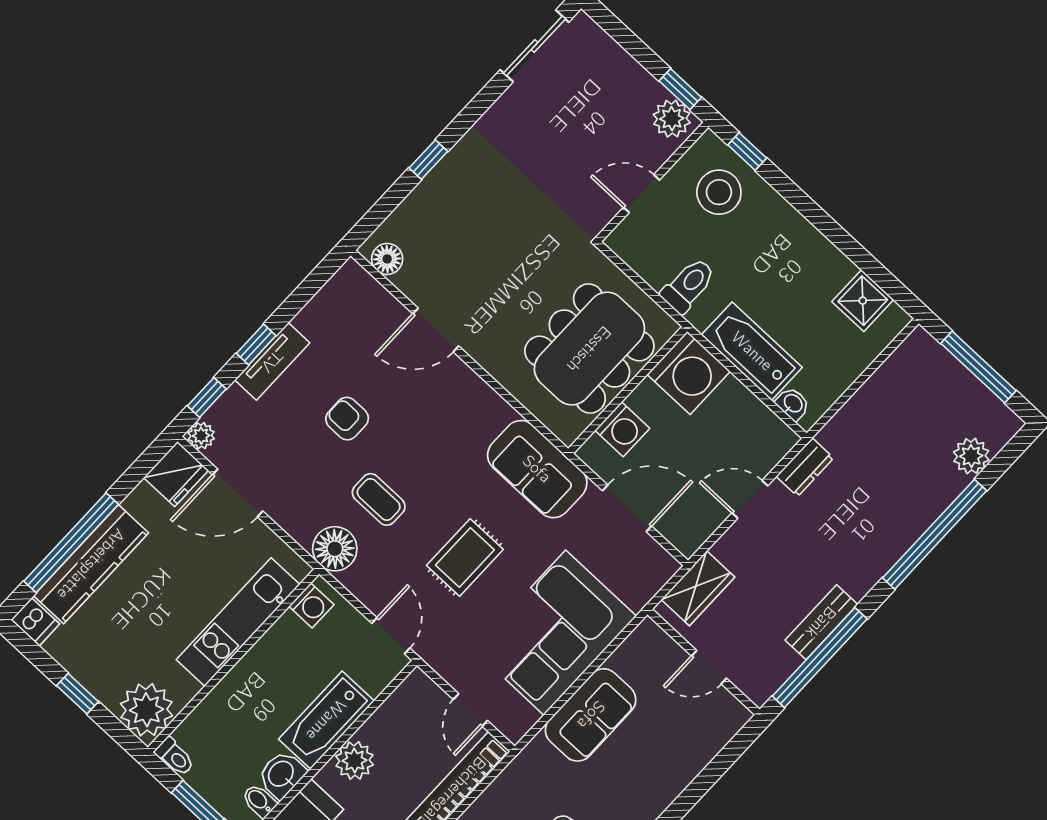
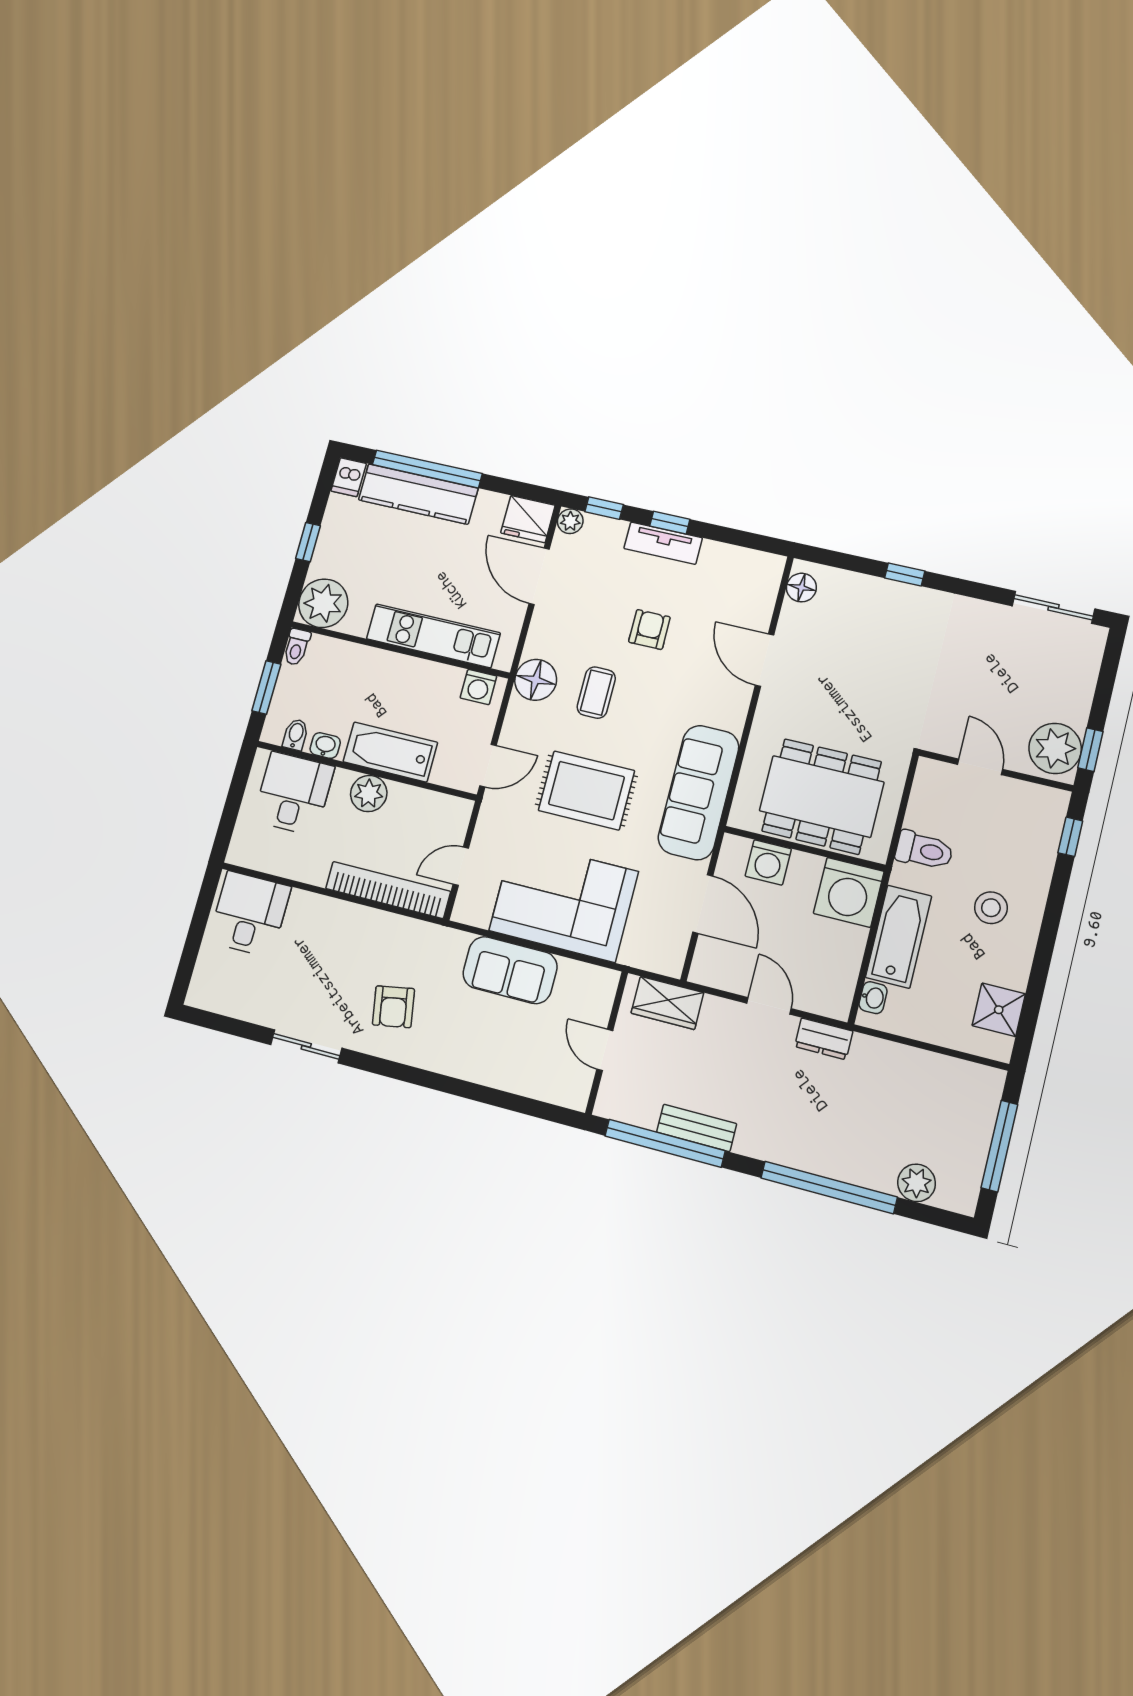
plant: (672, 119) -> (1055, 748), width x1.36, depth x1.36
stool: (719, 192) -> (991, 908), moved, width x0.73, depth x0.73
sofa: (537, 469) -> (699, 792), width x1.36
rug: (465, 557) -> (586, 791), width x1.36, depth x1.43
washbasin: (282, 774) -> (325, 746), width x0.72, depth x0.69

